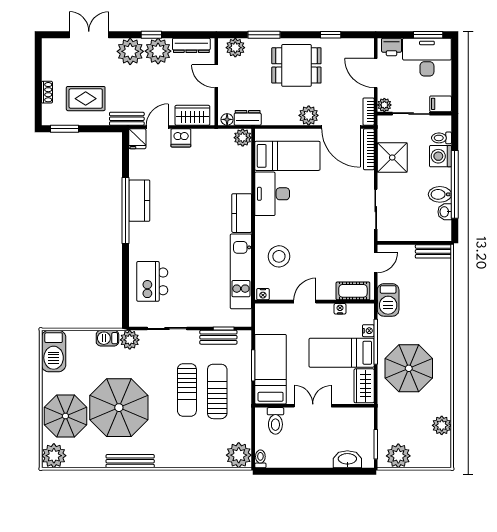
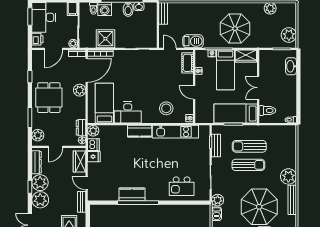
dishwasher: (181, 138) -> (93, 145), moved
fridge: (137, 139) -> (94, 157), moved
plant: (239, 455) -> (288, 176), moved

